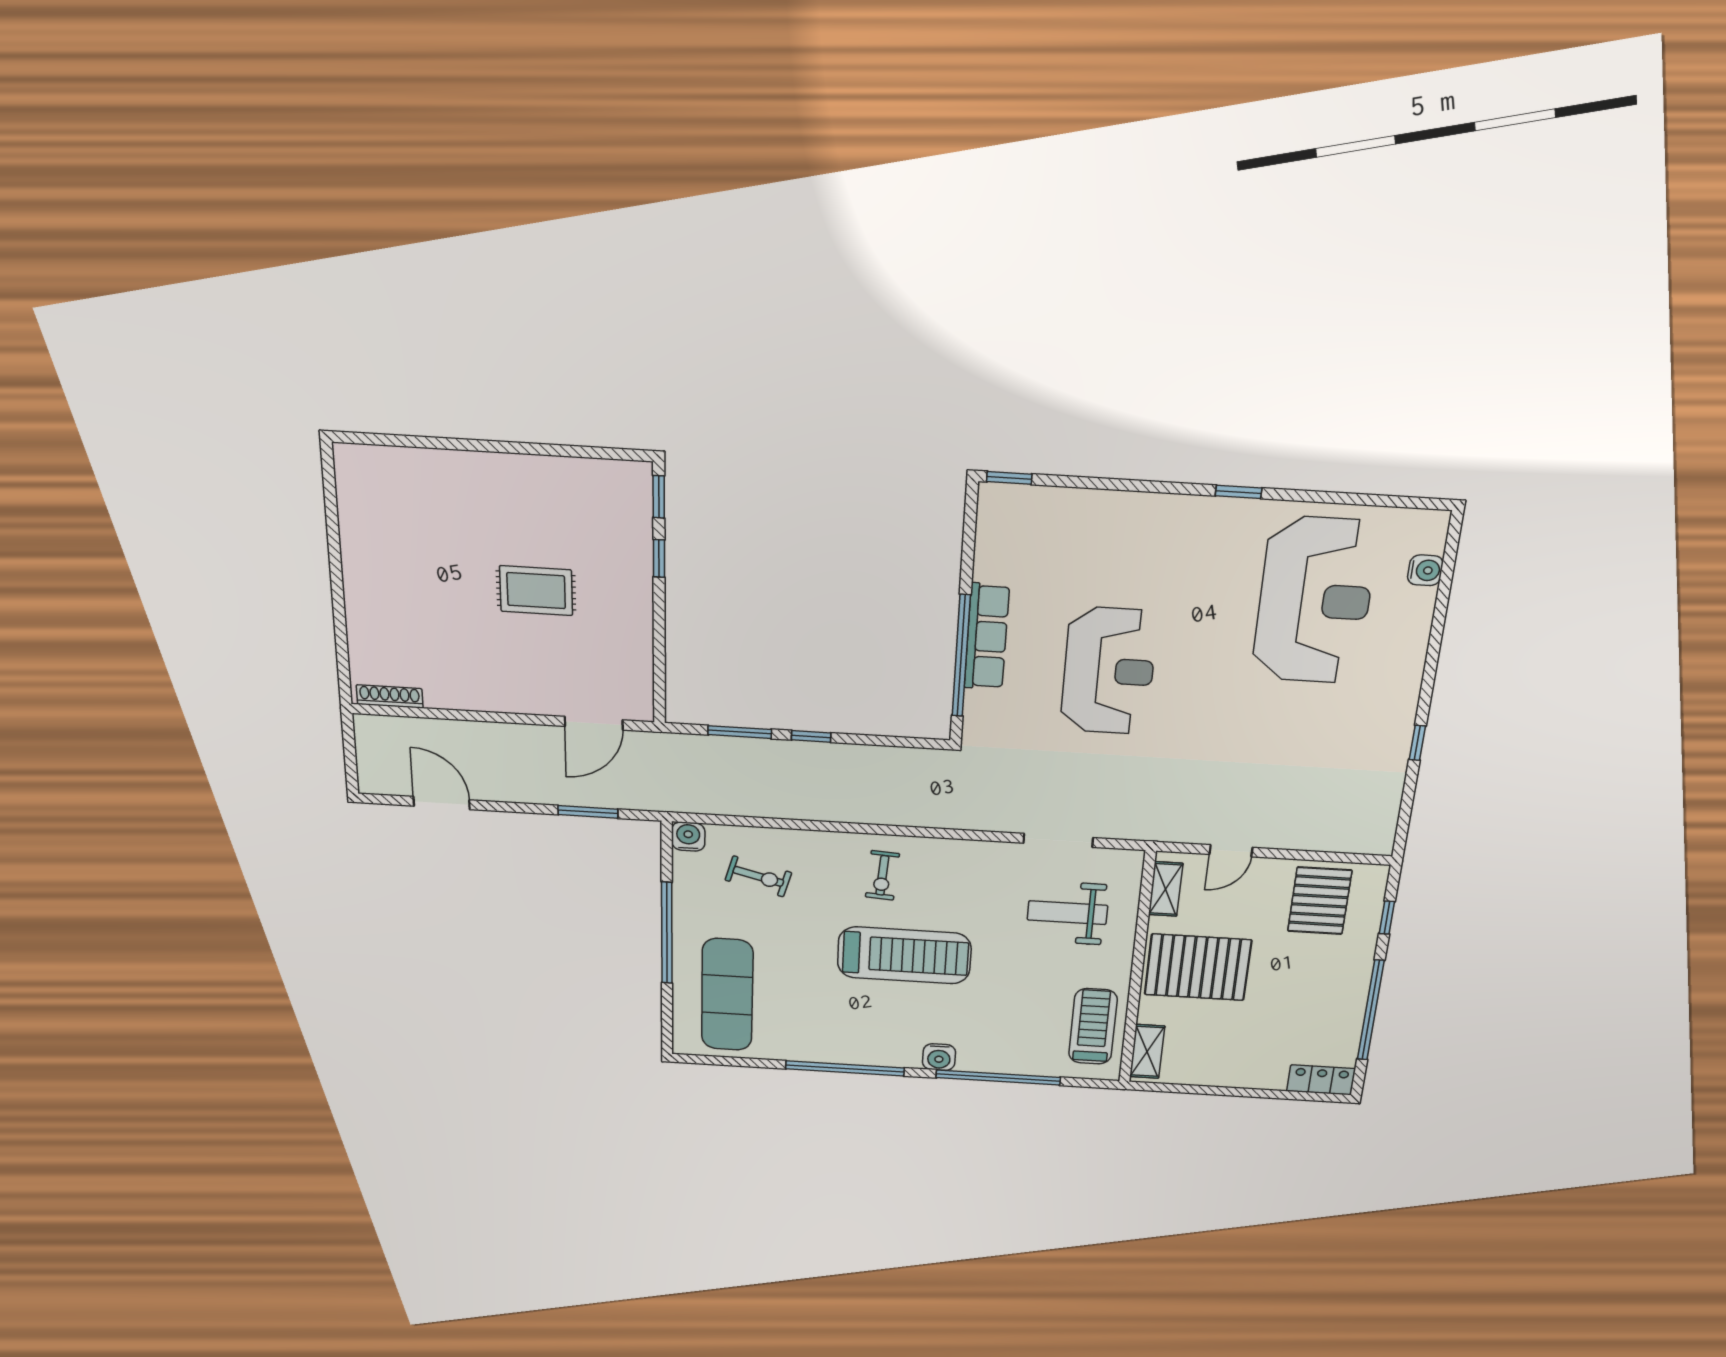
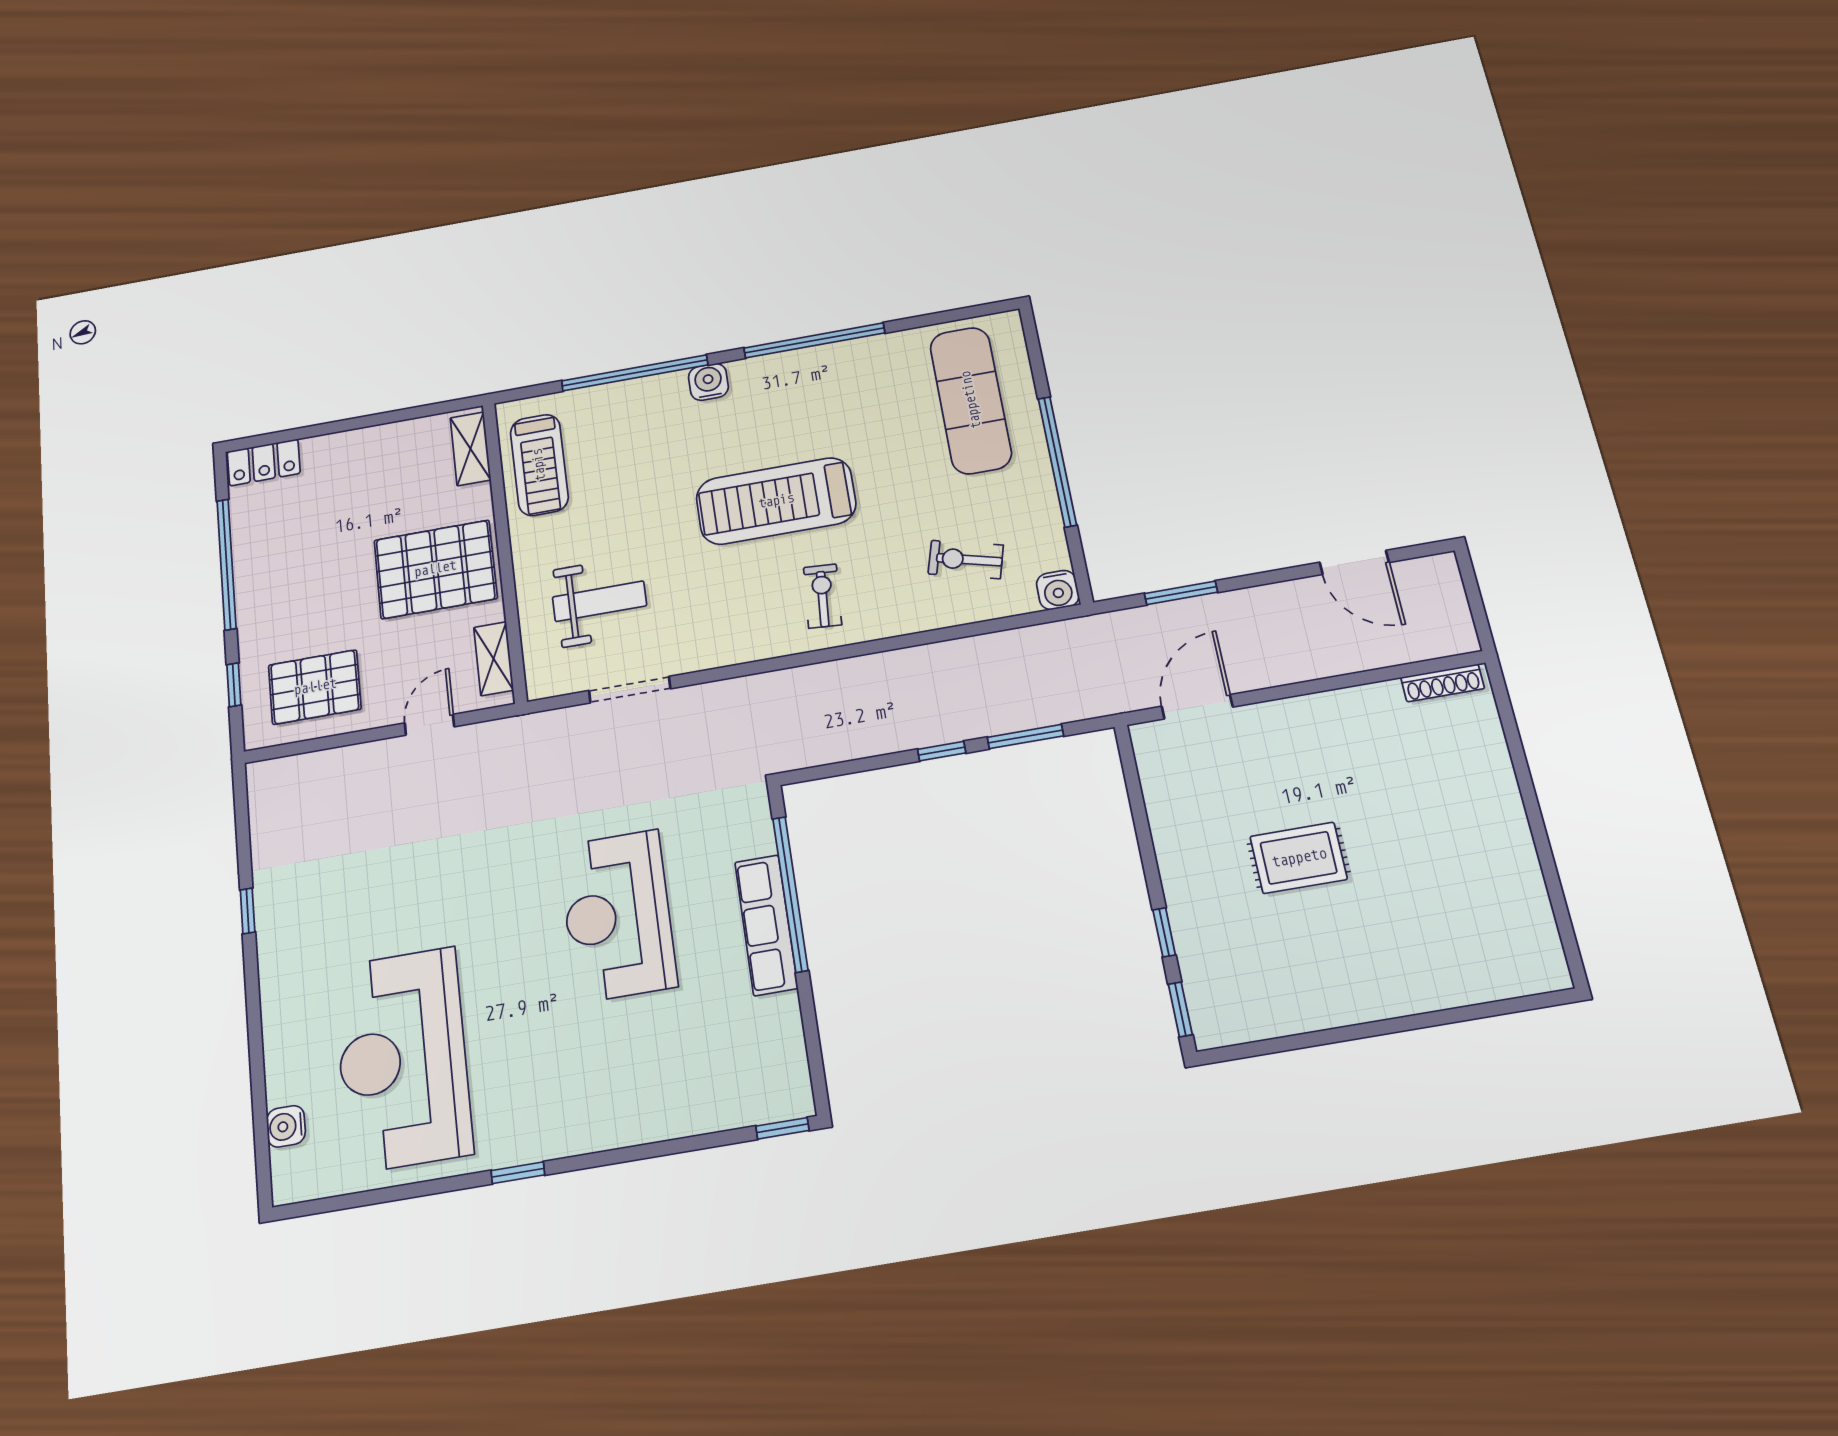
pallet: (1320, 901) -> (315, 687), turned 90

